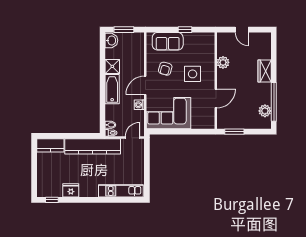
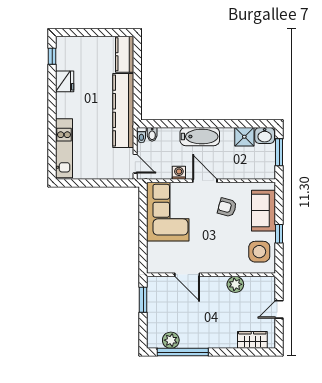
shower: (112, 66) -> (244, 137), moved
wardrobe: (265, 71) -> (252, 340), moved
side table: (193, 74) -> (259, 252), moved

